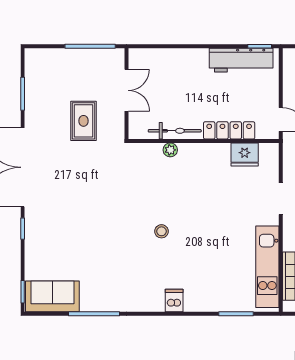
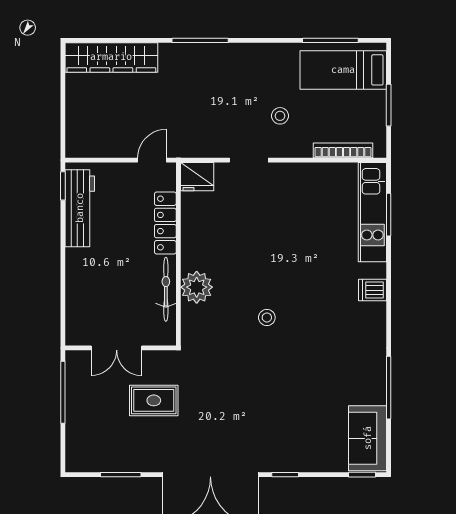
double door: (127, 90) -> (117, 348), swing flipped
plant: (170, 150) -> (197, 287), width x1.87, depth x1.87
fridge: (245, 155) -> (197, 177), moved, turned 90
stool: (161, 231) -> (267, 317), moved
kitchen unit: (267, 267) -> (372, 212), moved, turned 90

